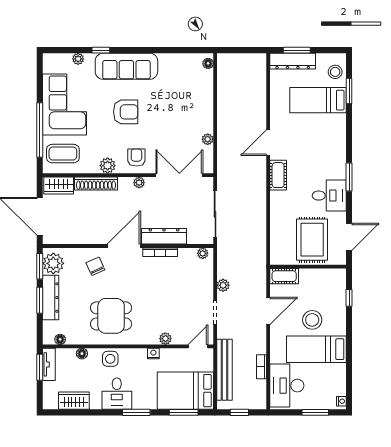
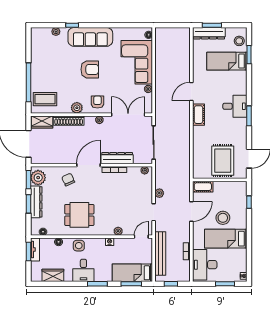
corner sofa: (65, 104) -> (137, 62), moved, turned 180
desk: (329, 196) -> (235, 106), moved
bed: (185, 391) -> (132, 273), width x0.67

